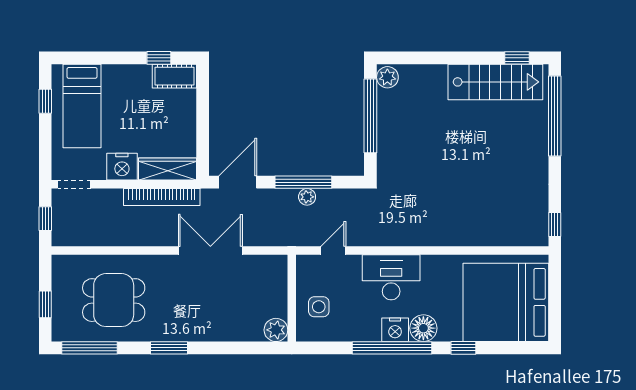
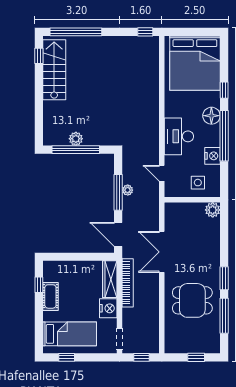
cot: (174, 76) -> (50, 296), moved
plant: (387, 77) -> (76, 139), moved
dining table: (114, 300) -> (192, 300), moved, turned 90
nightstand: (395, 330) -> (212, 156), moved
window: (90, 348) -> (224, 316), moved

